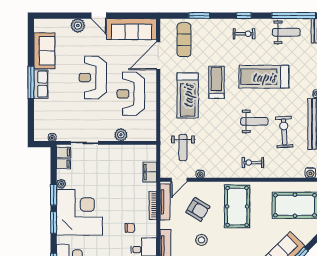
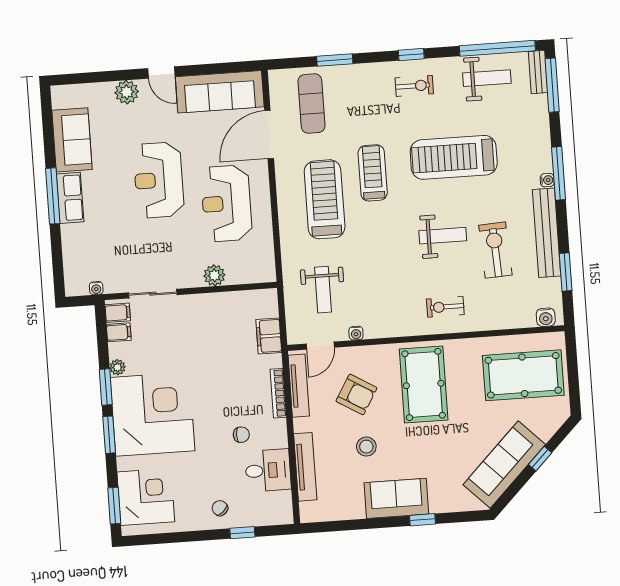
treadmill: (188, 96) -> (325, 199), turned 180

